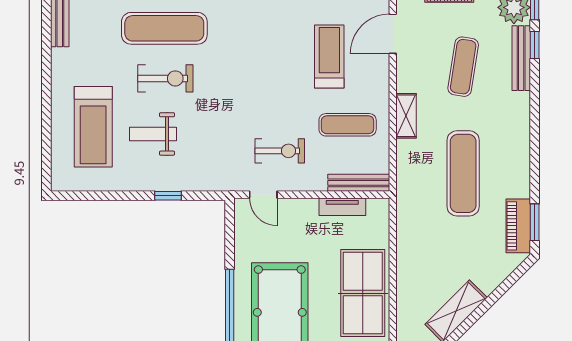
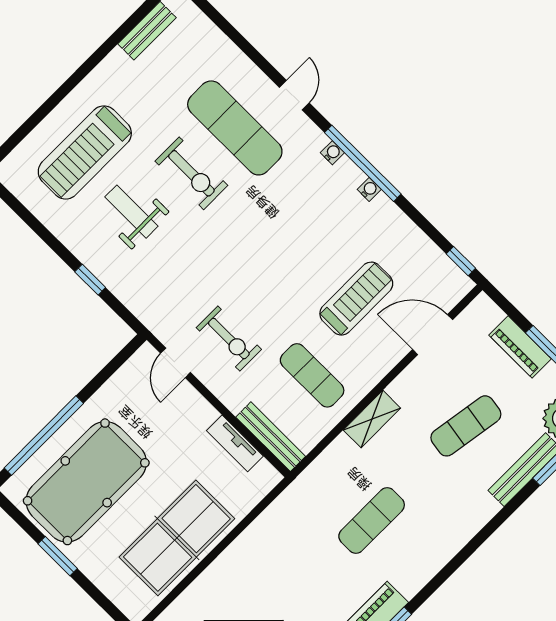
exercise mat: (463, 173) -> (372, 521), width x0.73, depth x0.69

